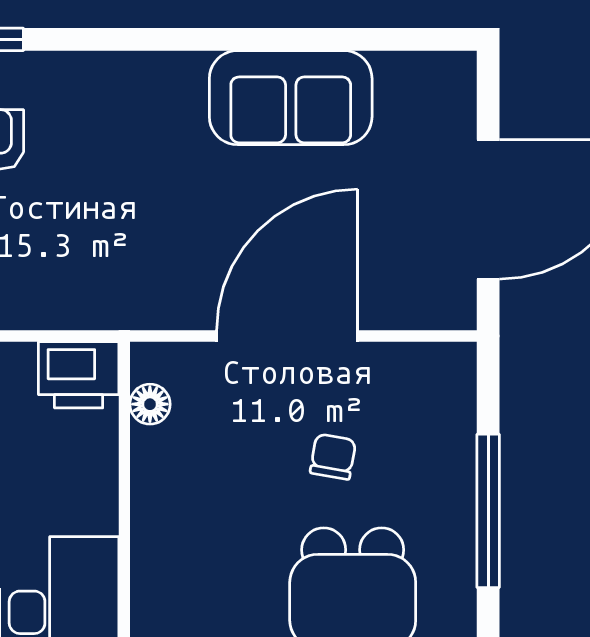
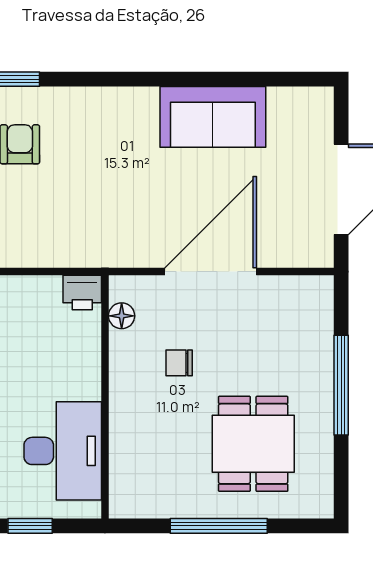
printer: (79, 375) -> (82, 293), width x0.73, depth x0.81
chair: (333, 457) -> (179, 363), moved, turned -100

